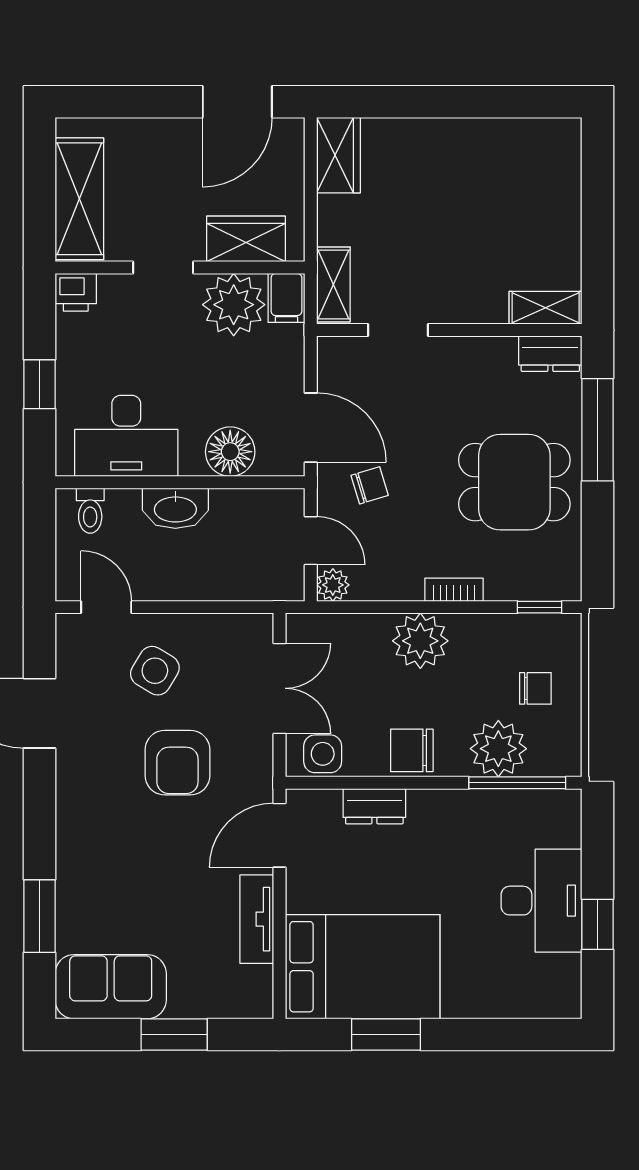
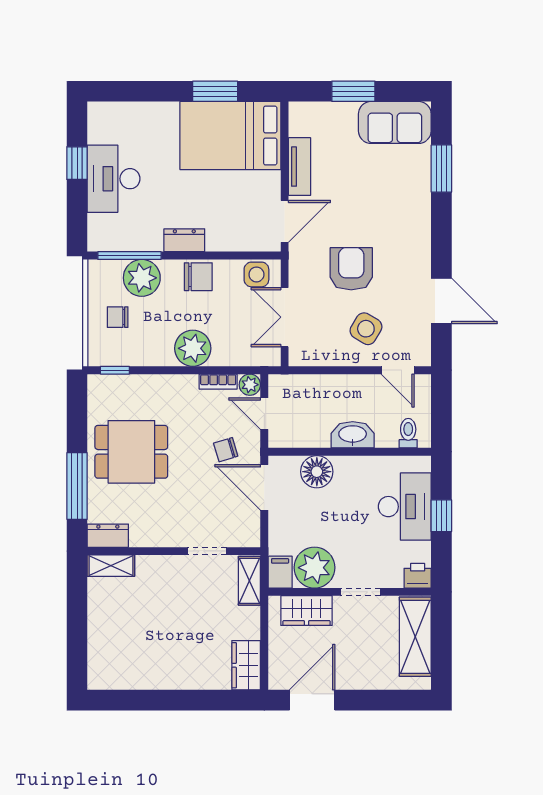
desk: (126, 436) -> (405, 507), moved, turned 90
bookcase: (454, 590) -> (218, 382), moved
dresser: (374, 806) -> (184, 240), moved

